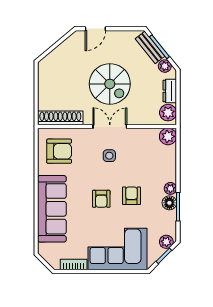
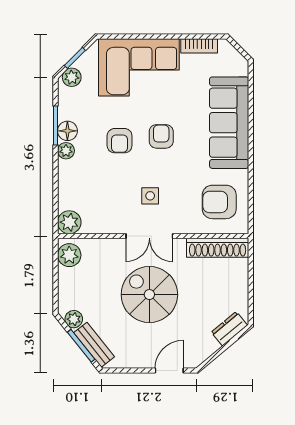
dresser: (170, 91) -> (229, 329), moved, turned -130

